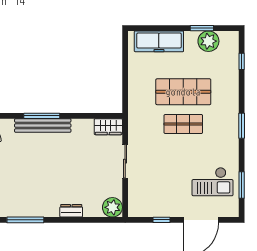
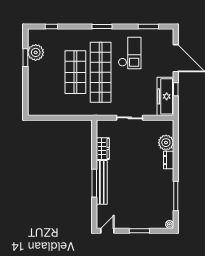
freezer: (159, 41) -> (165, 96), moved, turned 180
shop shelf: (183, 124) -> (101, 72), width x2.00, depth x1.36
wardrobe: (108, 127) -> (103, 149), moved
checkout: (213, 182) -> (130, 53), moved
plant: (112, 207) -> (166, 143), moved

